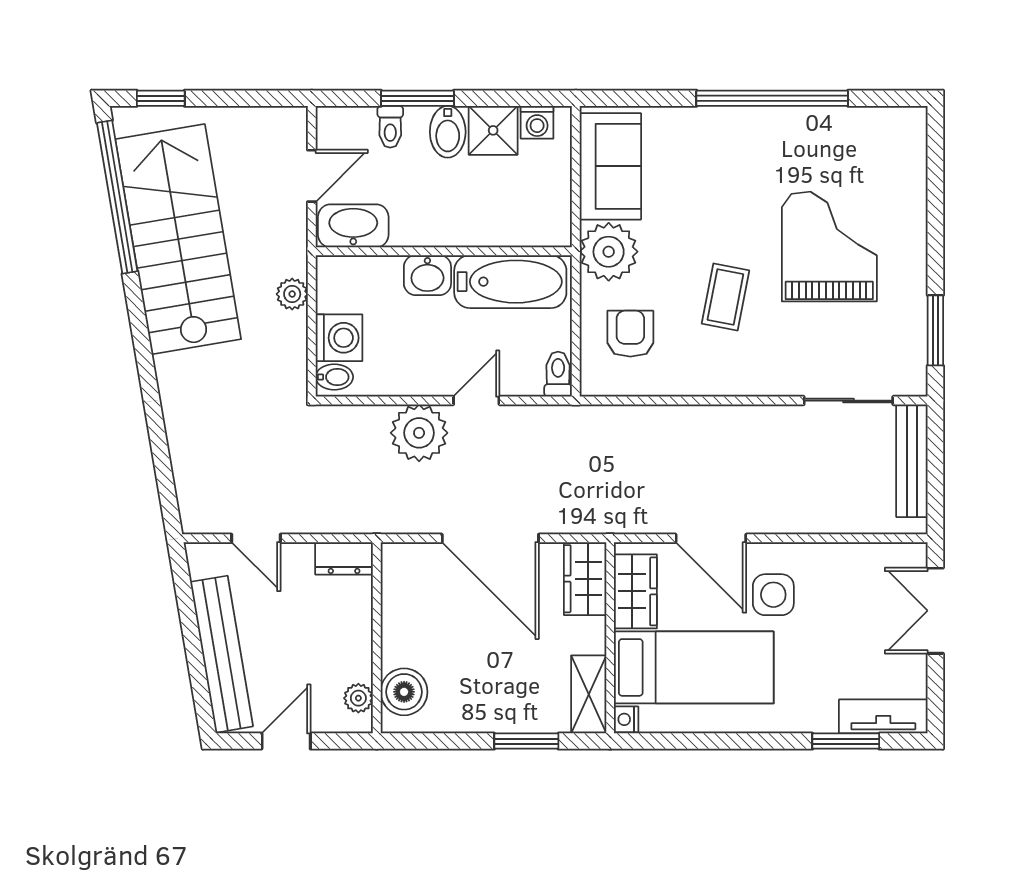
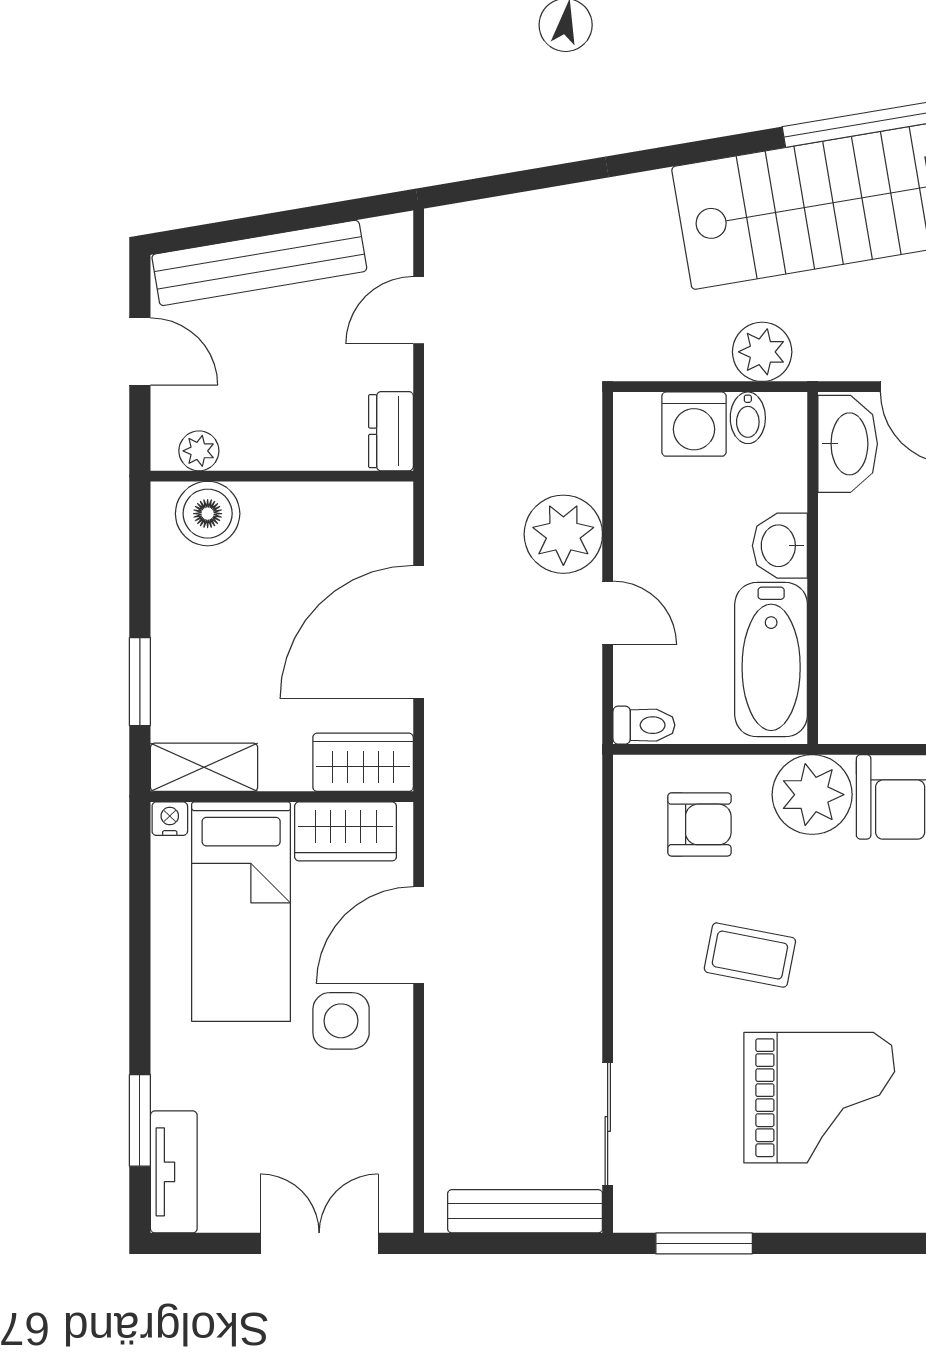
plant: (292, 294) -> (762, 352), width x1.38, depth x1.38
bidet: (334, 377) -> (748, 418), moved

